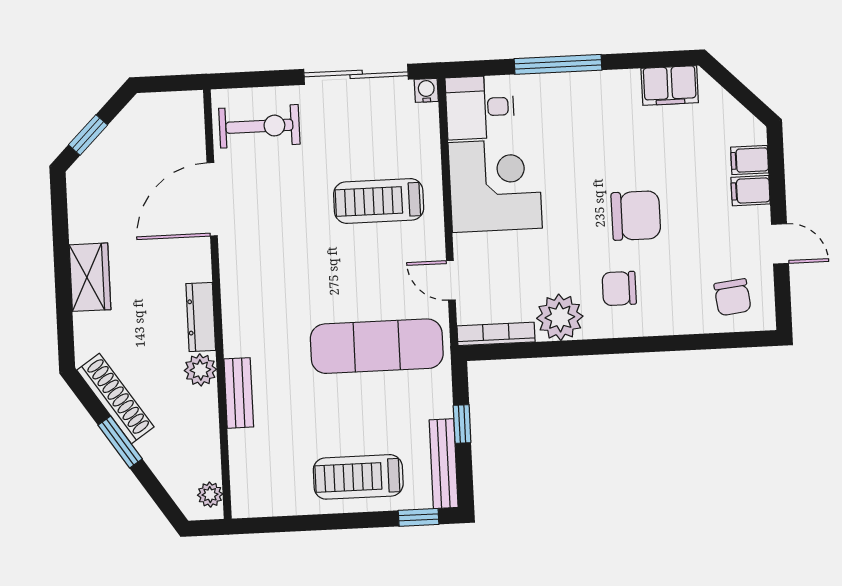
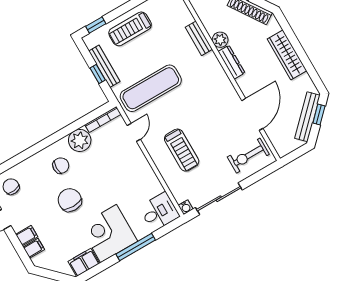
bench: (112, 142) -> (307, 117), added
corner desk: (495, 185) -> (108, 233), moved, turned 90
treadmill: (379, 201) -> (182, 150), turned 90
chair: (636, 216) -> (70, 200), turned 90
wardrobe: (90, 277) -> (287, 55), width x1.50
door: (451, 280) -> (134, 132), hinge flipped
bench: (444, 464) -> (104, 66), moved
treadmill: (358, 477) -> (130, 29), turned 180

